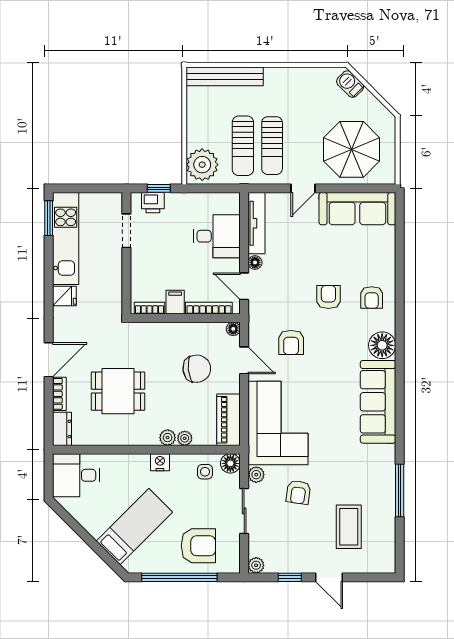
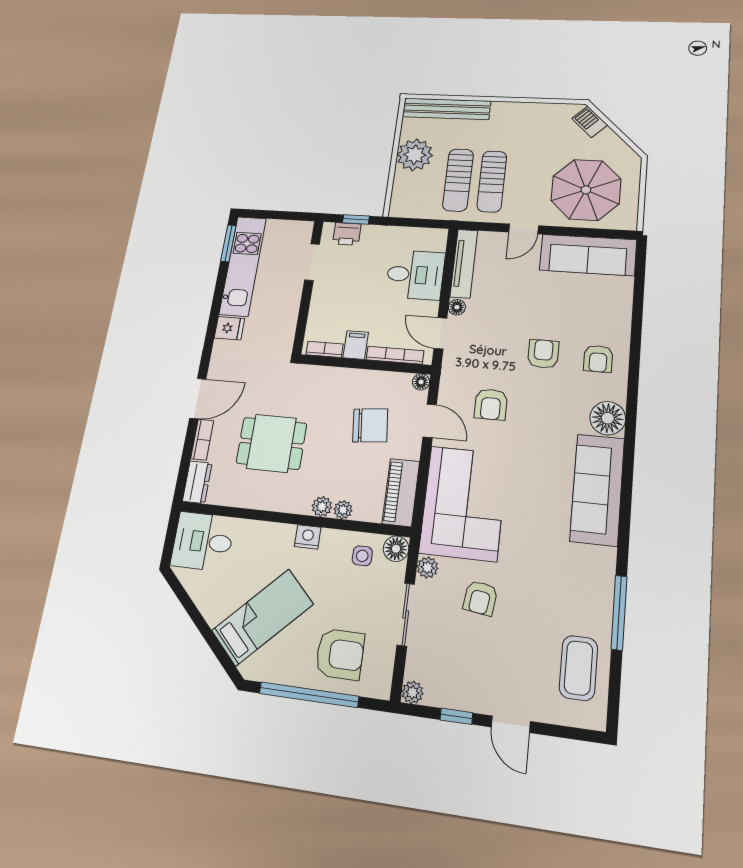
plant: (202, 165) -> (415, 155), moved
coffee table: (349, 527) -> (578, 668), moved

